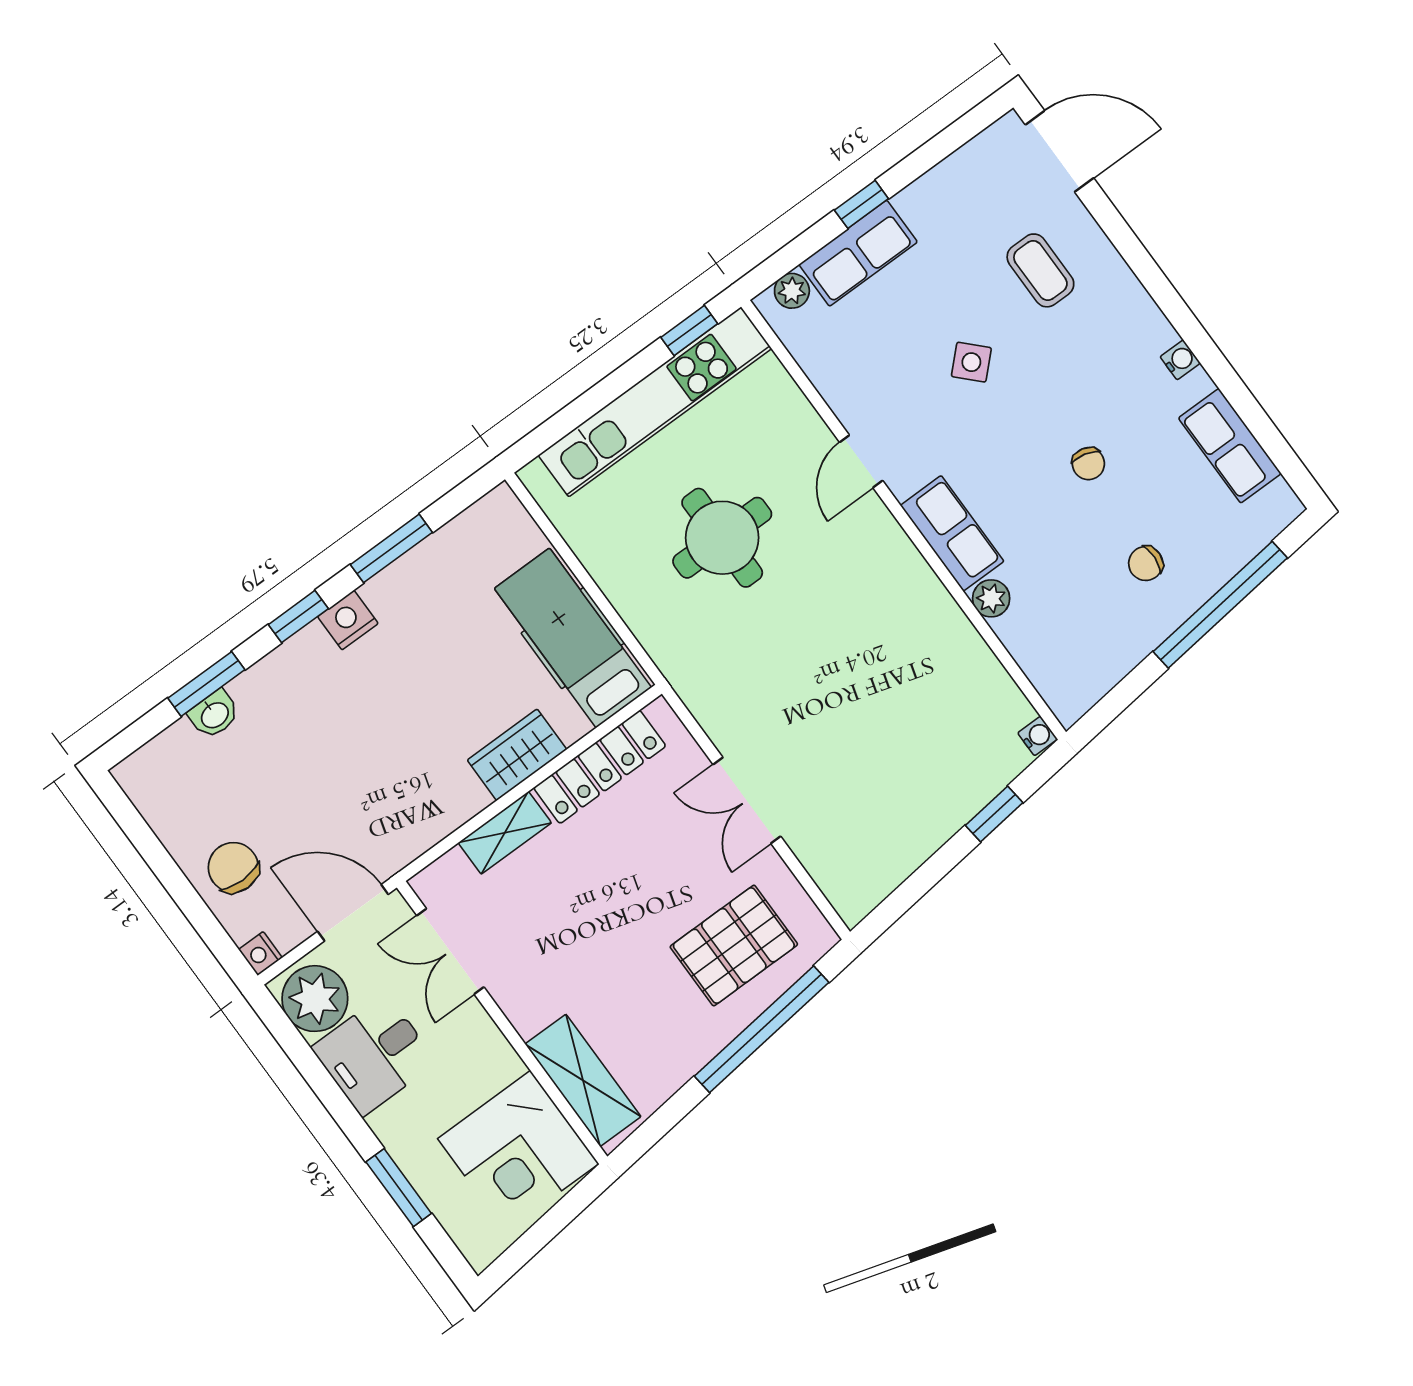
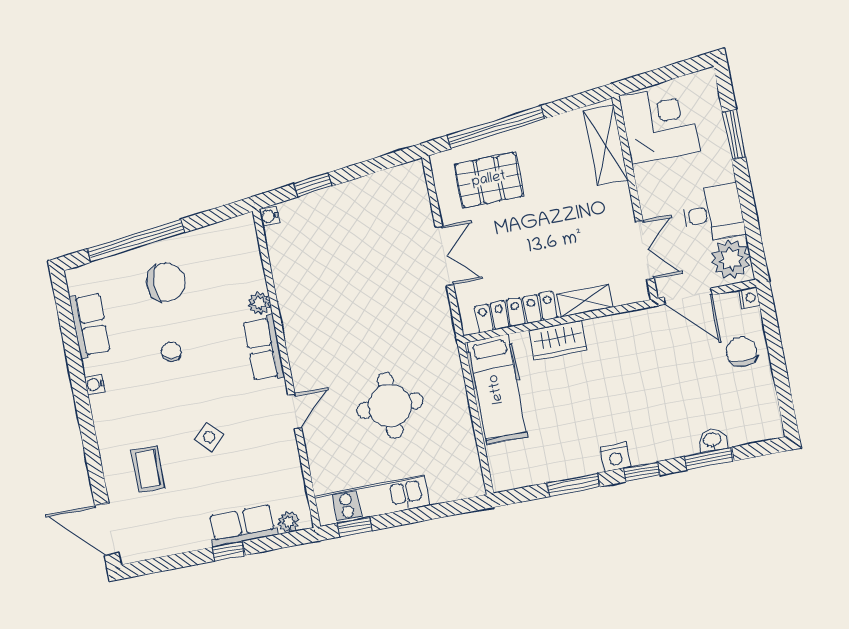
kitchen unit: (655, 402) -> (372, 501), width x0.73
chair: (1146, 563) -> (166, 282), width x1.87, depth x1.87
chair: (233, 867) -> (742, 352), turned 180

